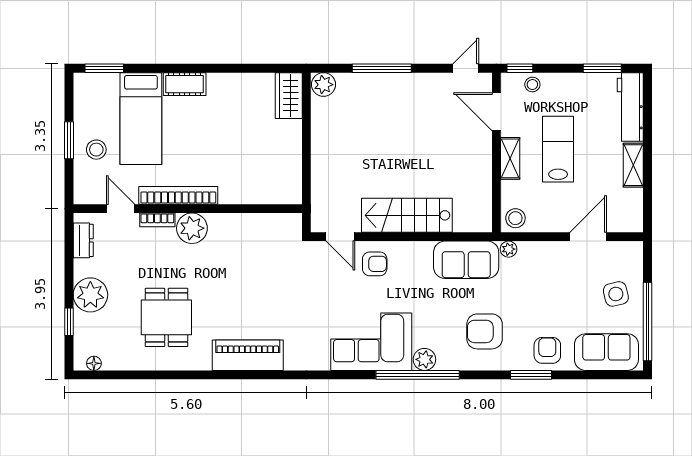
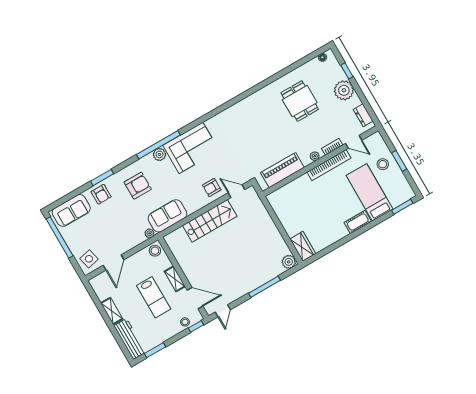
plant: (192, 228) -> (315, 156), width x0.53, depth x0.53
side table: (616, 294) -> (89, 259), moved
piano: (248, 355) -> (282, 170), moved, turned 180

